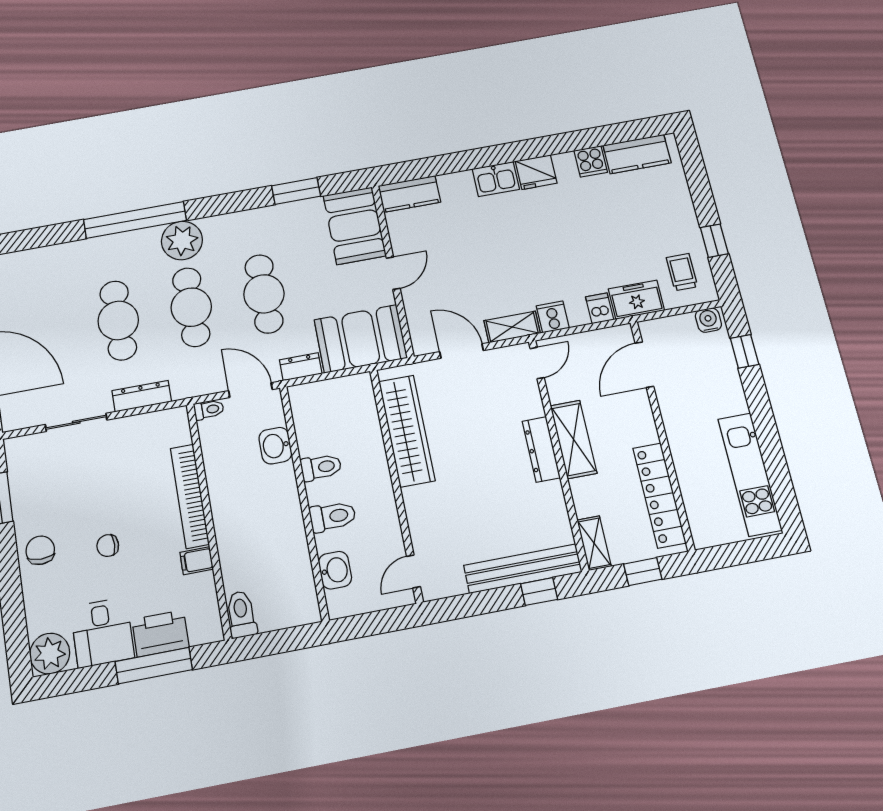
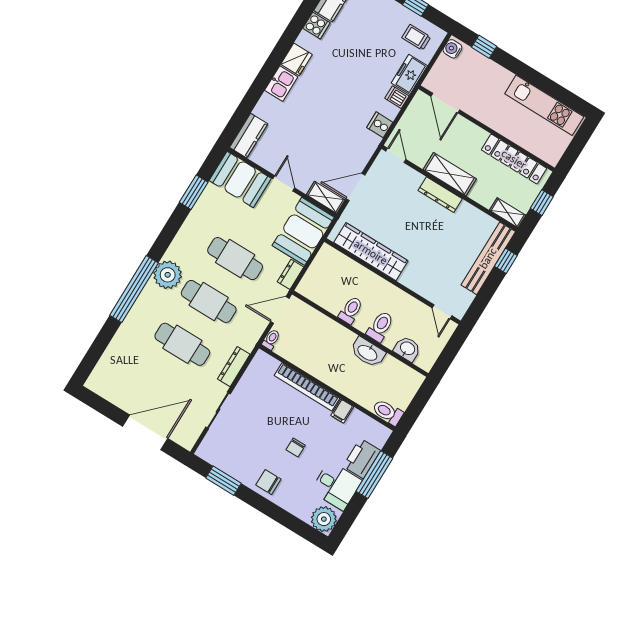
shelving: (512, 327) -> (326, 197), moved, turned 90
washbasin: (275, 446) -> (368, 352), moved, width x1.38

